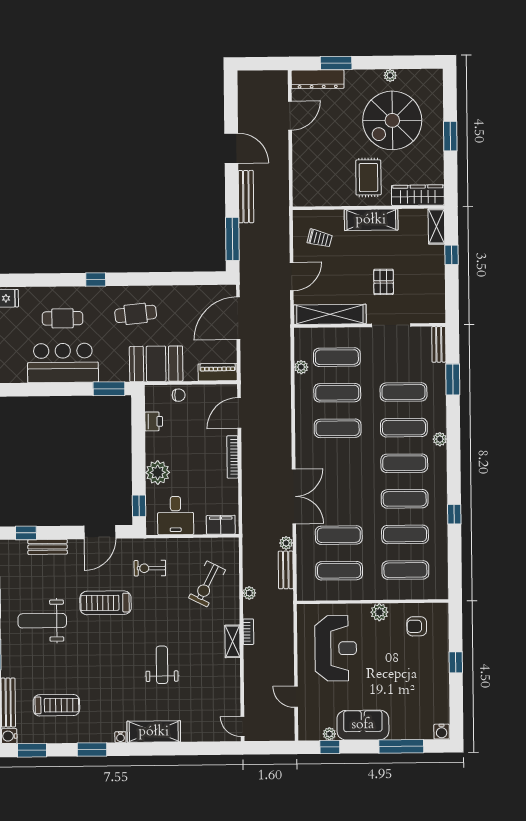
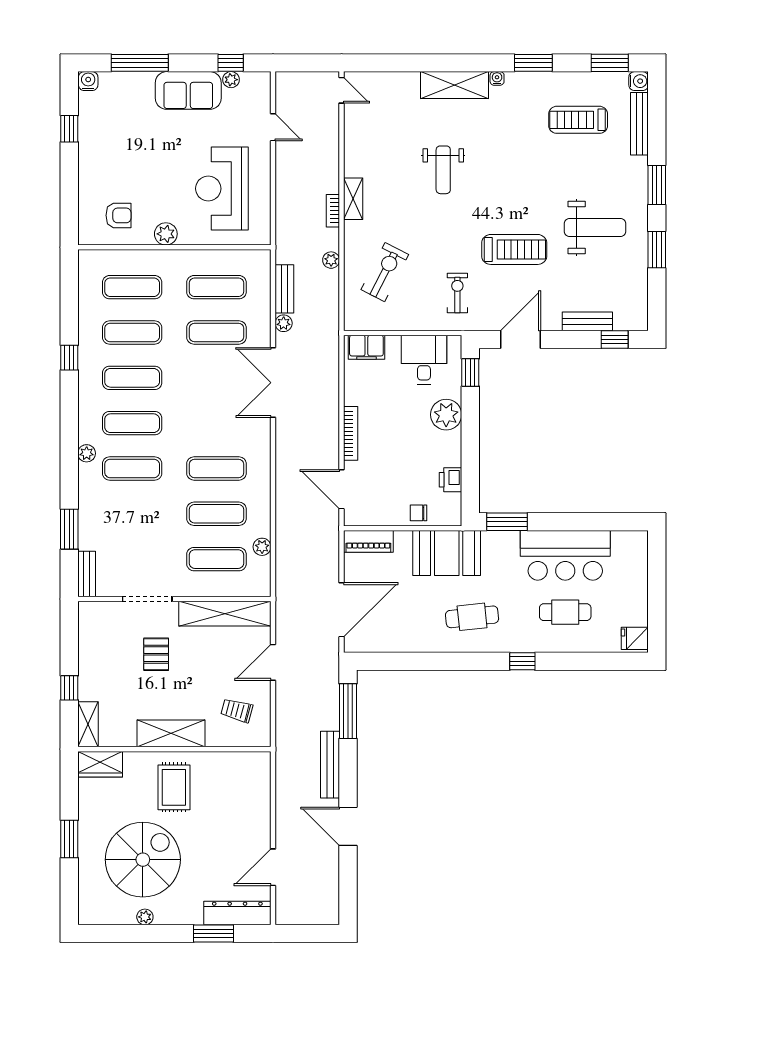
wardrobe: (418, 195) -> (100, 764), width x0.67
exercise mat: (404, 392) -> (132, 514), removed
door: (239, 413) -> (342, 489), swing flipped
exercise bike: (150, 568) -> (457, 293), turned -90
window: (456, 662) -> (69, 129), moved

